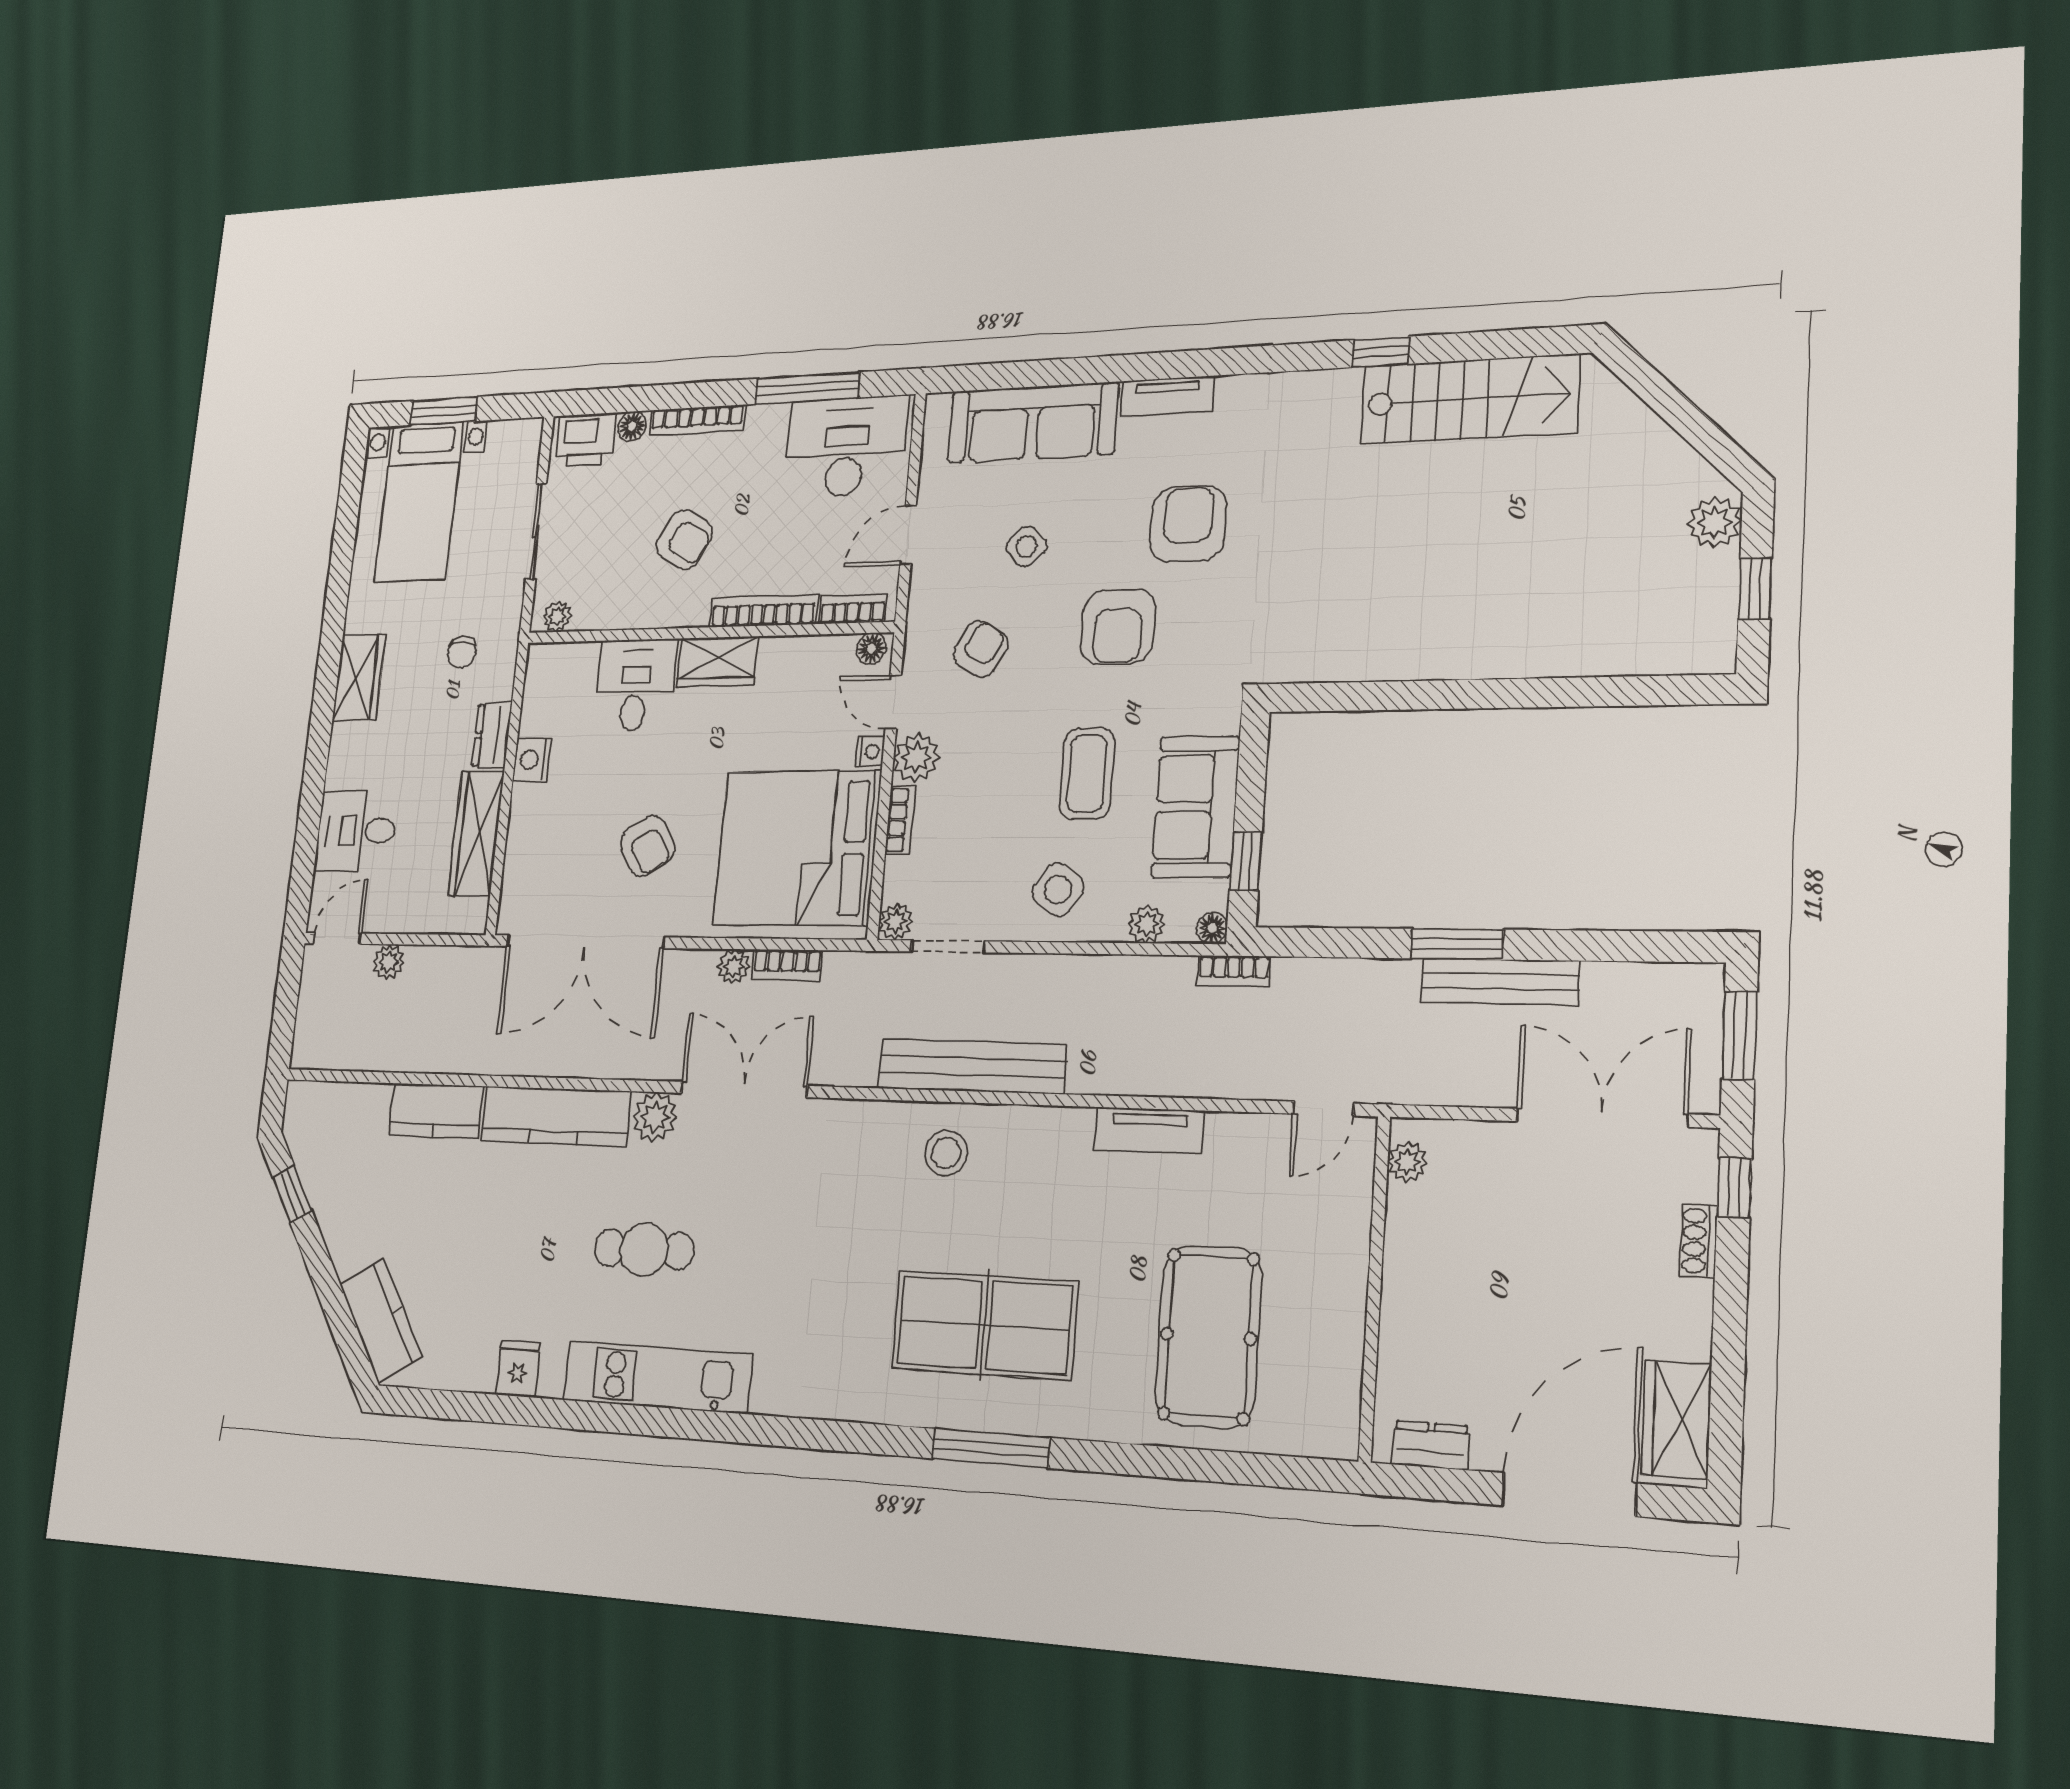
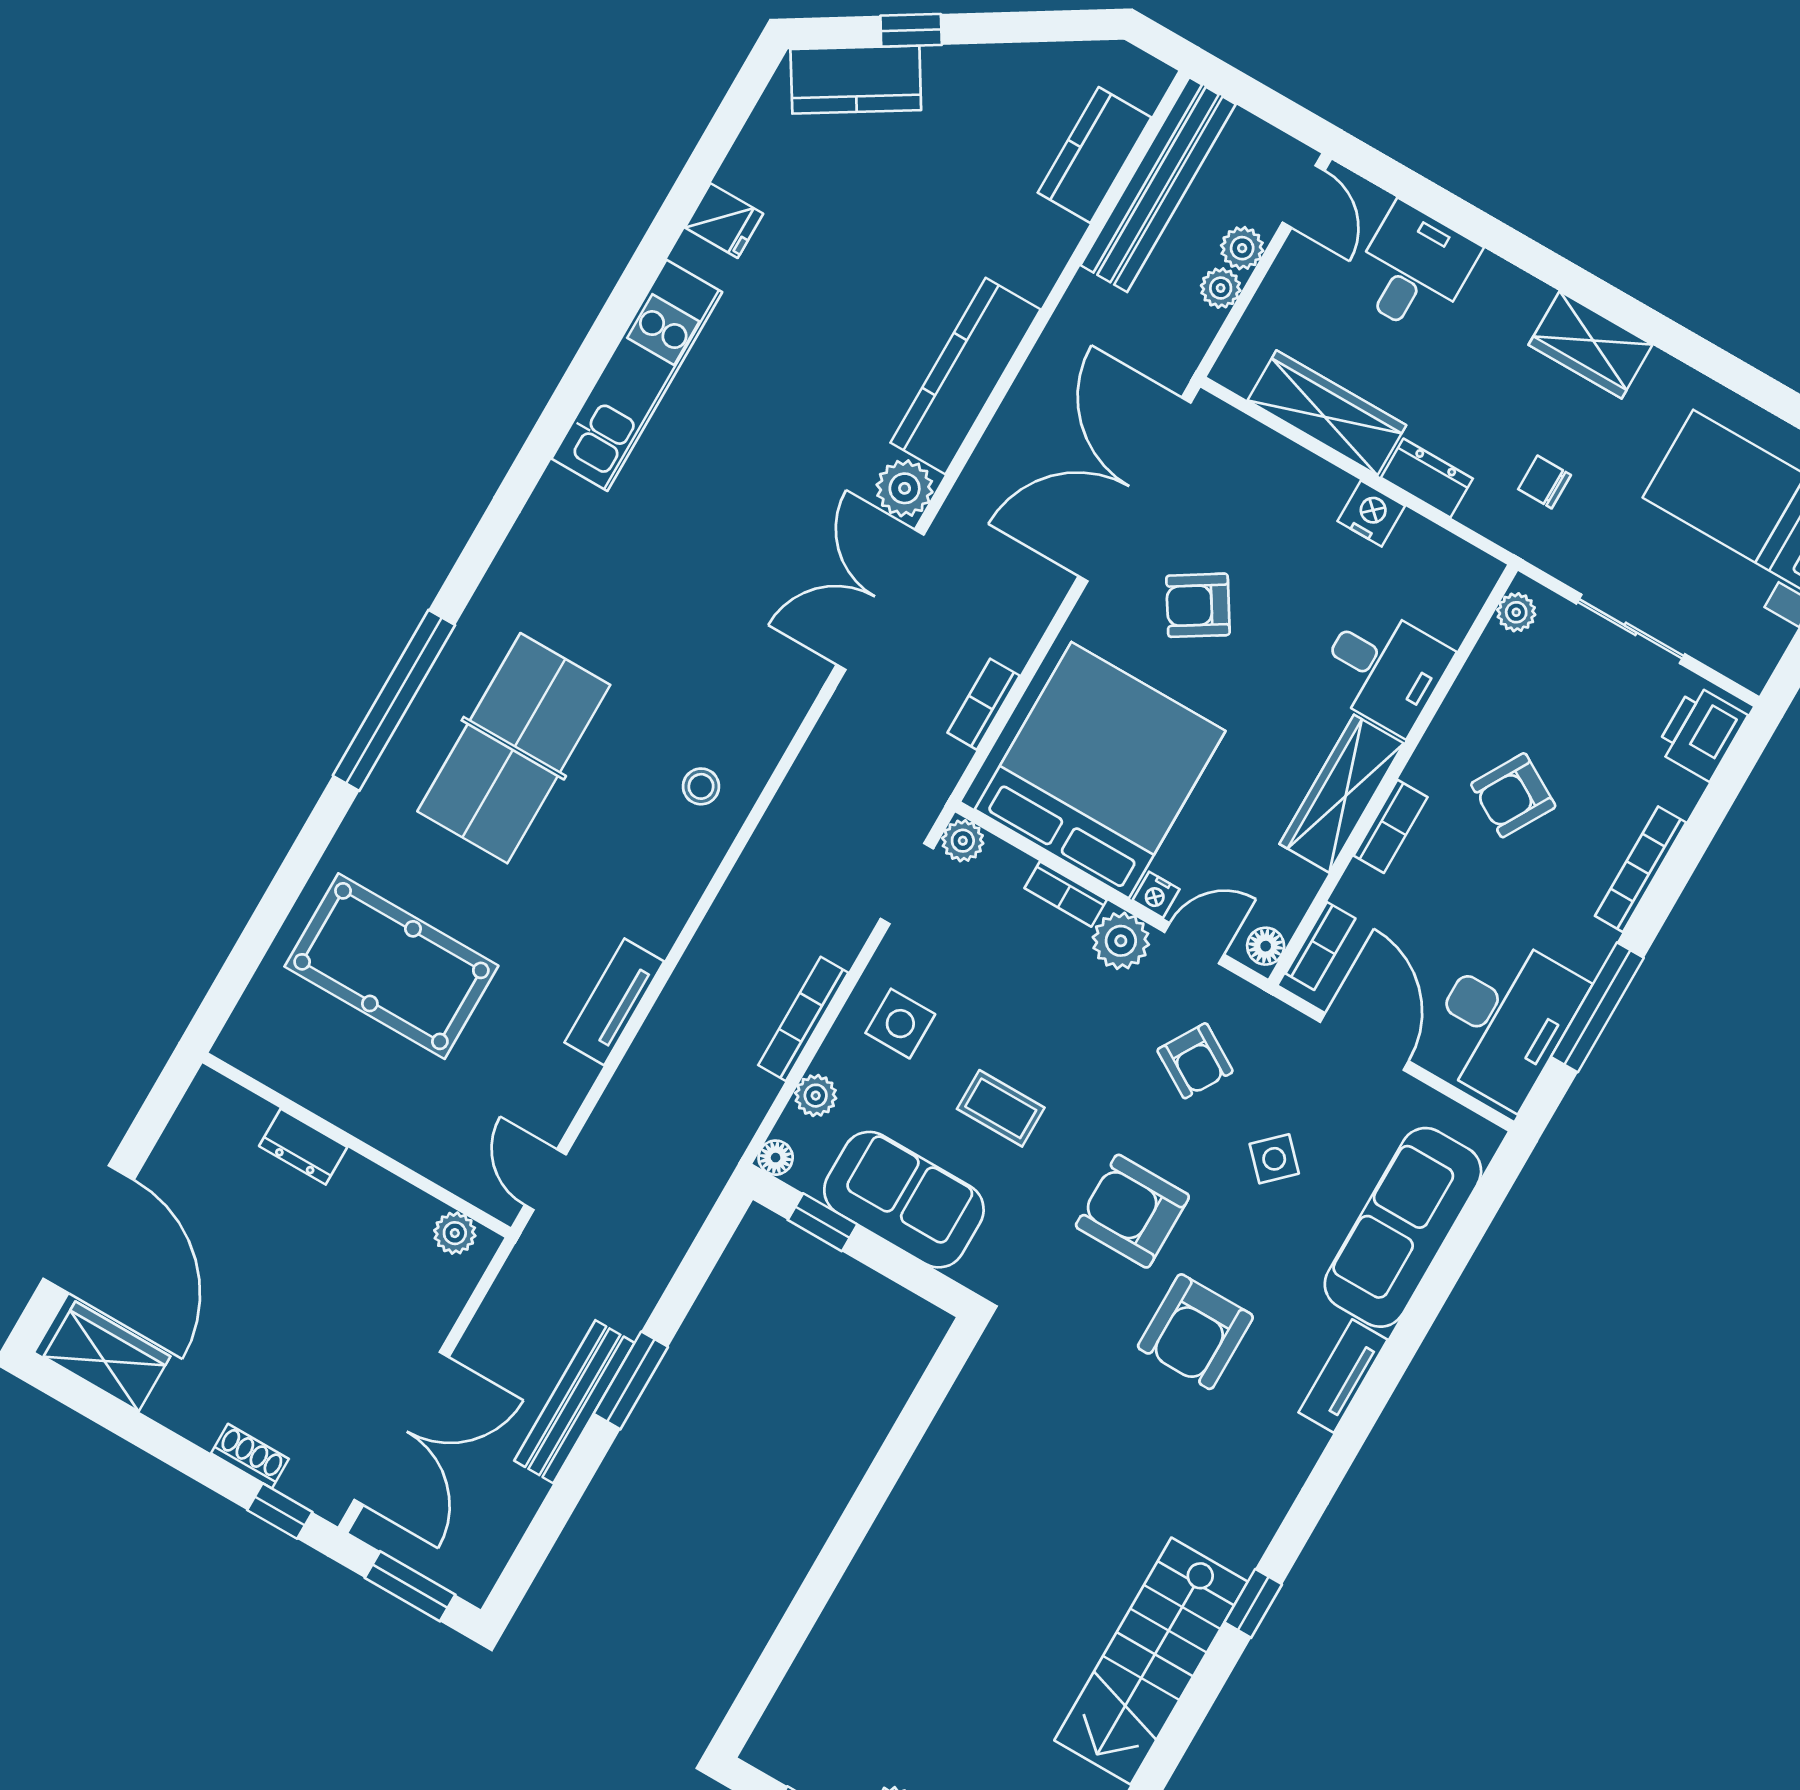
floor lamp: (632, 426) -> (1682, 793), removed
armchair: (1188, 524) -> (1195, 1332), turned 90
door: (908, 535) -> (1364, 1041), width x1.38
bookcase: (763, 611) -> (1391, 826), width x0.64
wardrobe: (717, 661) -> (1342, 794), width x1.50
coffee table: (1087, 773) -> (1001, 1108), width x0.73, depth x0.77
side table: (1058, 890) -> (900, 1024), turned -35
plant: (734, 966) -> (1221, 288), moved
bookcase: (1234, 971) -> (803, 1019), moved, width x1.56
bench: (972, 1067) -> (1158, 185), moved
double door: (744, 1089) -> (880, 600), swing flipped
kitchen counter: (436, 1111) -> (1094, 155), moved
stool: (946, 1153) -> (701, 786), width x0.73, depth x0.73
window: (292, 1194) -> (911, 30), moved
cafe table: (644, 1249) -> (774, 417), removed
dresser: (1431, 1445) -> (303, 1147), moved, turned 90
window: (991, 1448) -> (394, 700), width x1.46

